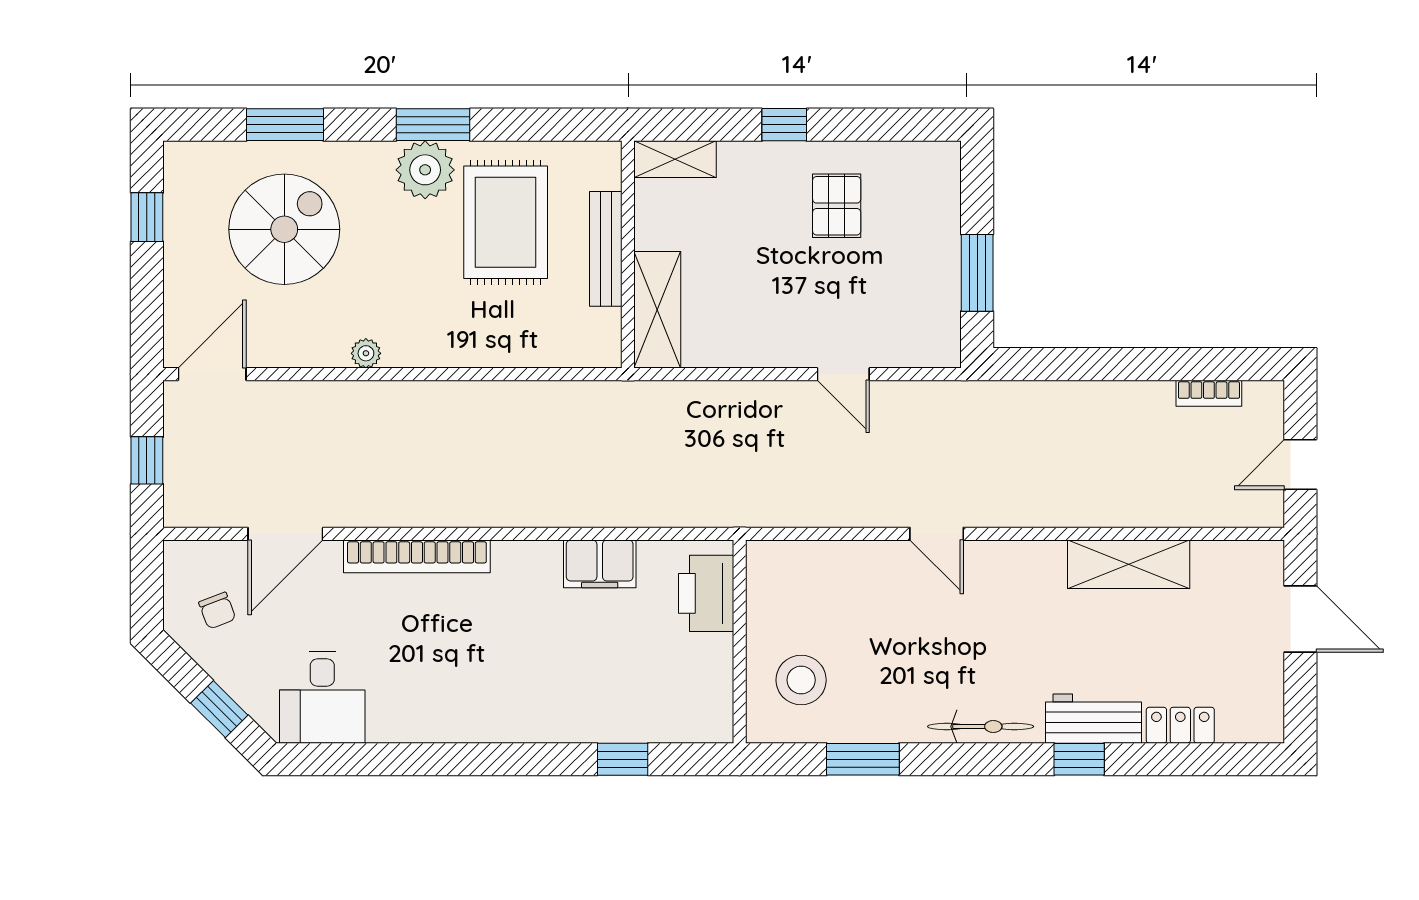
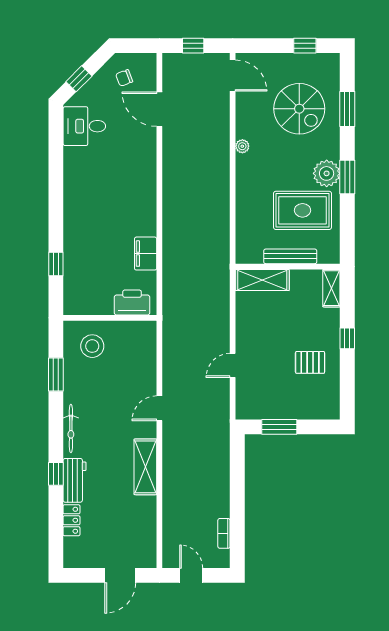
bookcase: (417, 556) -> (149, 170), removed
shelving: (1129, 564) -> (145, 467), moved

